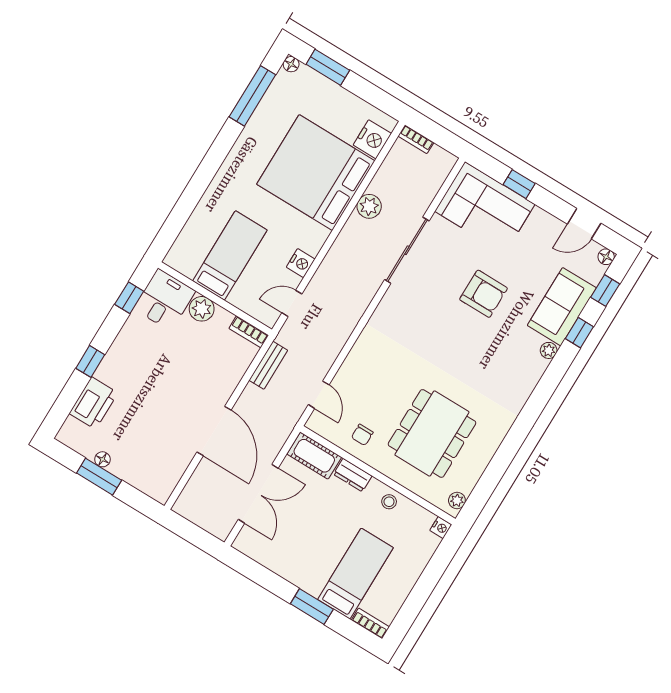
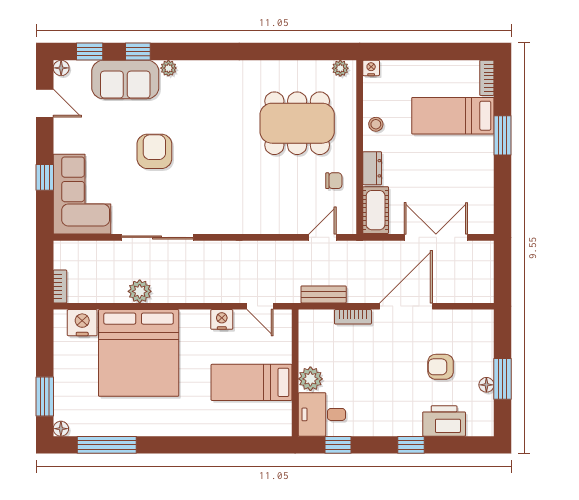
bookcase: (249, 332) -> (353, 317), moved, turned 90
armchair: (143, 429) -> (441, 367), added

